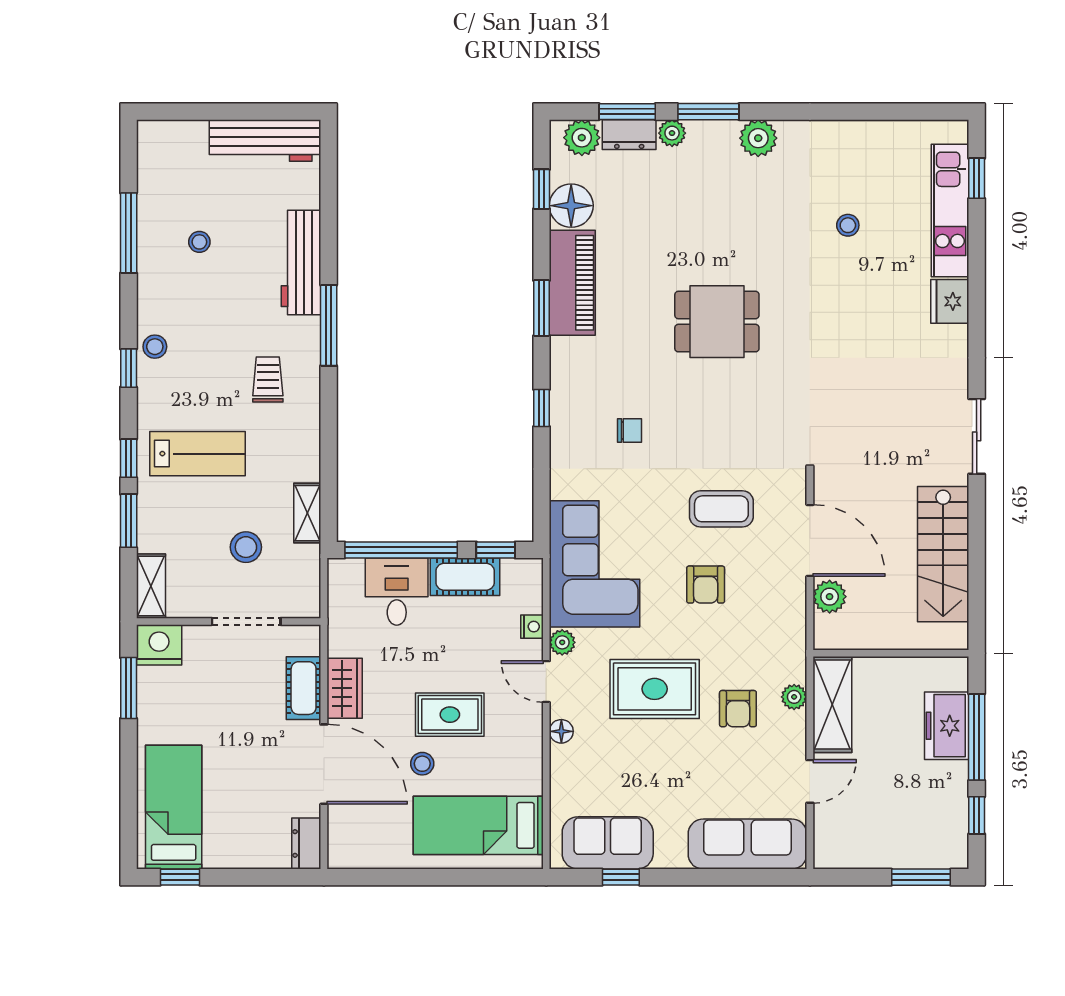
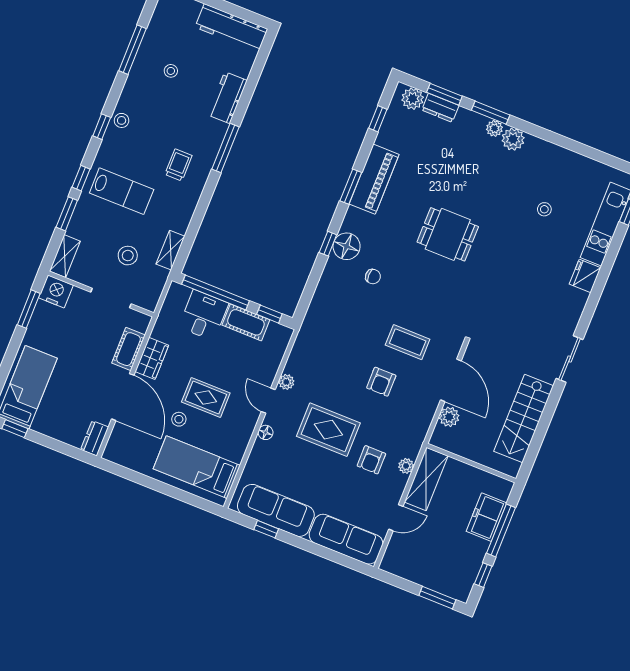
plant: (672, 133) -> (494, 128), moved
floor lamp: (571, 206) -> (347, 246), moved
workbench: (301, 262) -> (227, 98), width x0.73
corner sofa: (594, 564) -> (323, 345), removed
nightstand: (532, 627) -> (273, 366), removed
sofa: (608, 843) -> (276, 510), width x1.36

